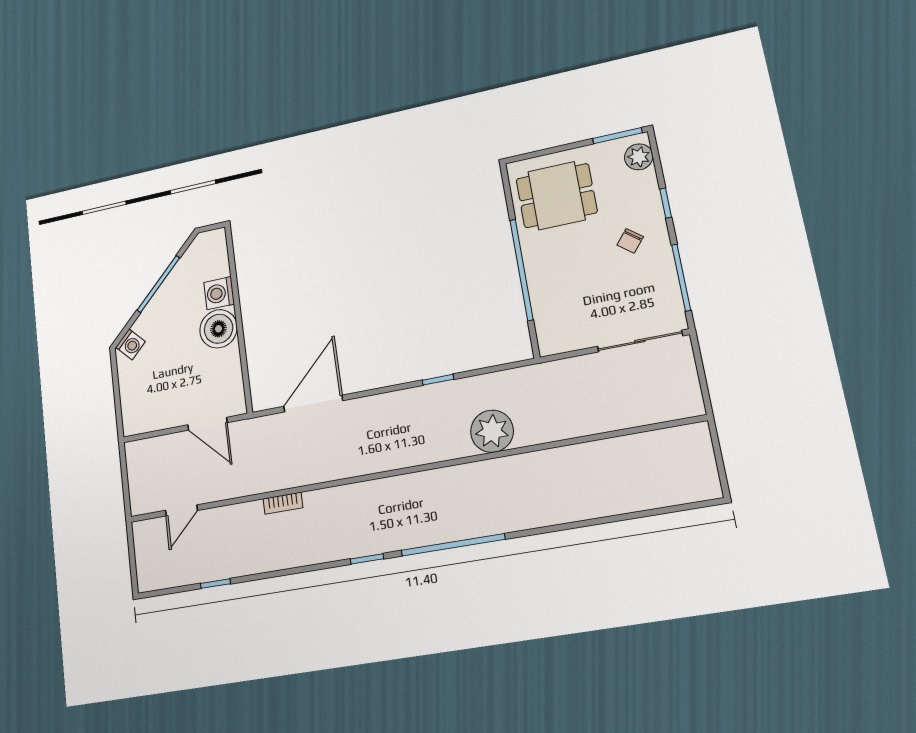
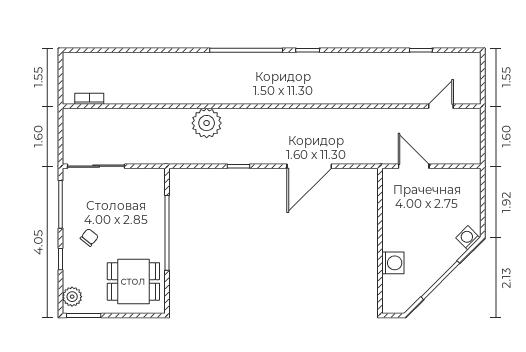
boiler: (219, 329) -> (397, 236), removed
door: (313, 404) -> (309, 166), moved
bookcase: (283, 503) -> (89, 99), moved

